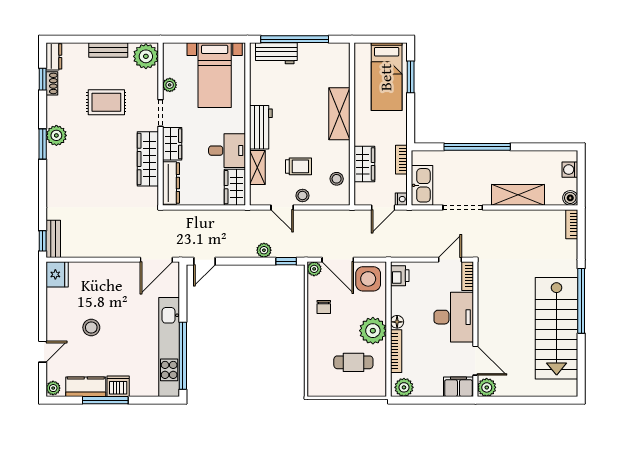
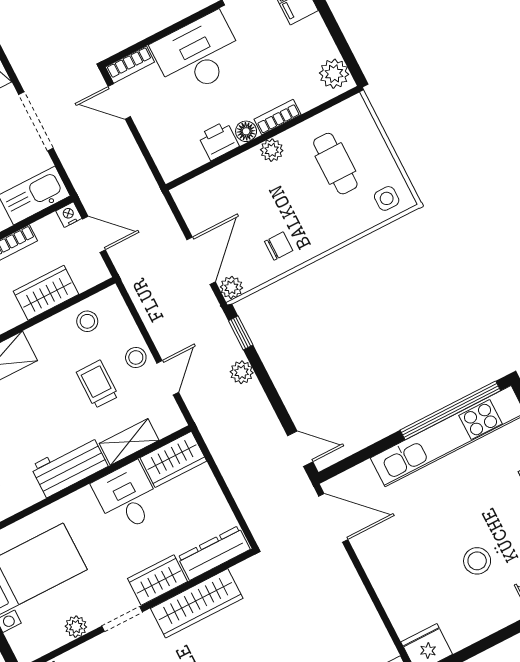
printer: (400, 276) -> (219, 141), moved
side table: (368, 279) -> (387, 198), moved, width x0.54, depth x0.54
plant: (373, 331) -> (272, 150), width x0.53, depth x0.53
bookcase: (396, 351) -> (277, 117), width x0.64

